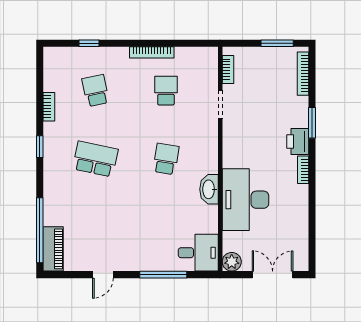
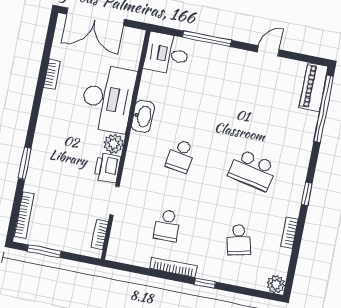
window: (89, 43) -> (205, 283), moved
plant: (52, 56) -> (276, 284), added
printer: (298, 141) -> (107, 168), moved, turned 180
bookcase: (303, 170) -> (52, 74), moved
plant: (232, 262) -> (114, 144), moved
double door: (273, 275) -> (96, 17), width x1.37

